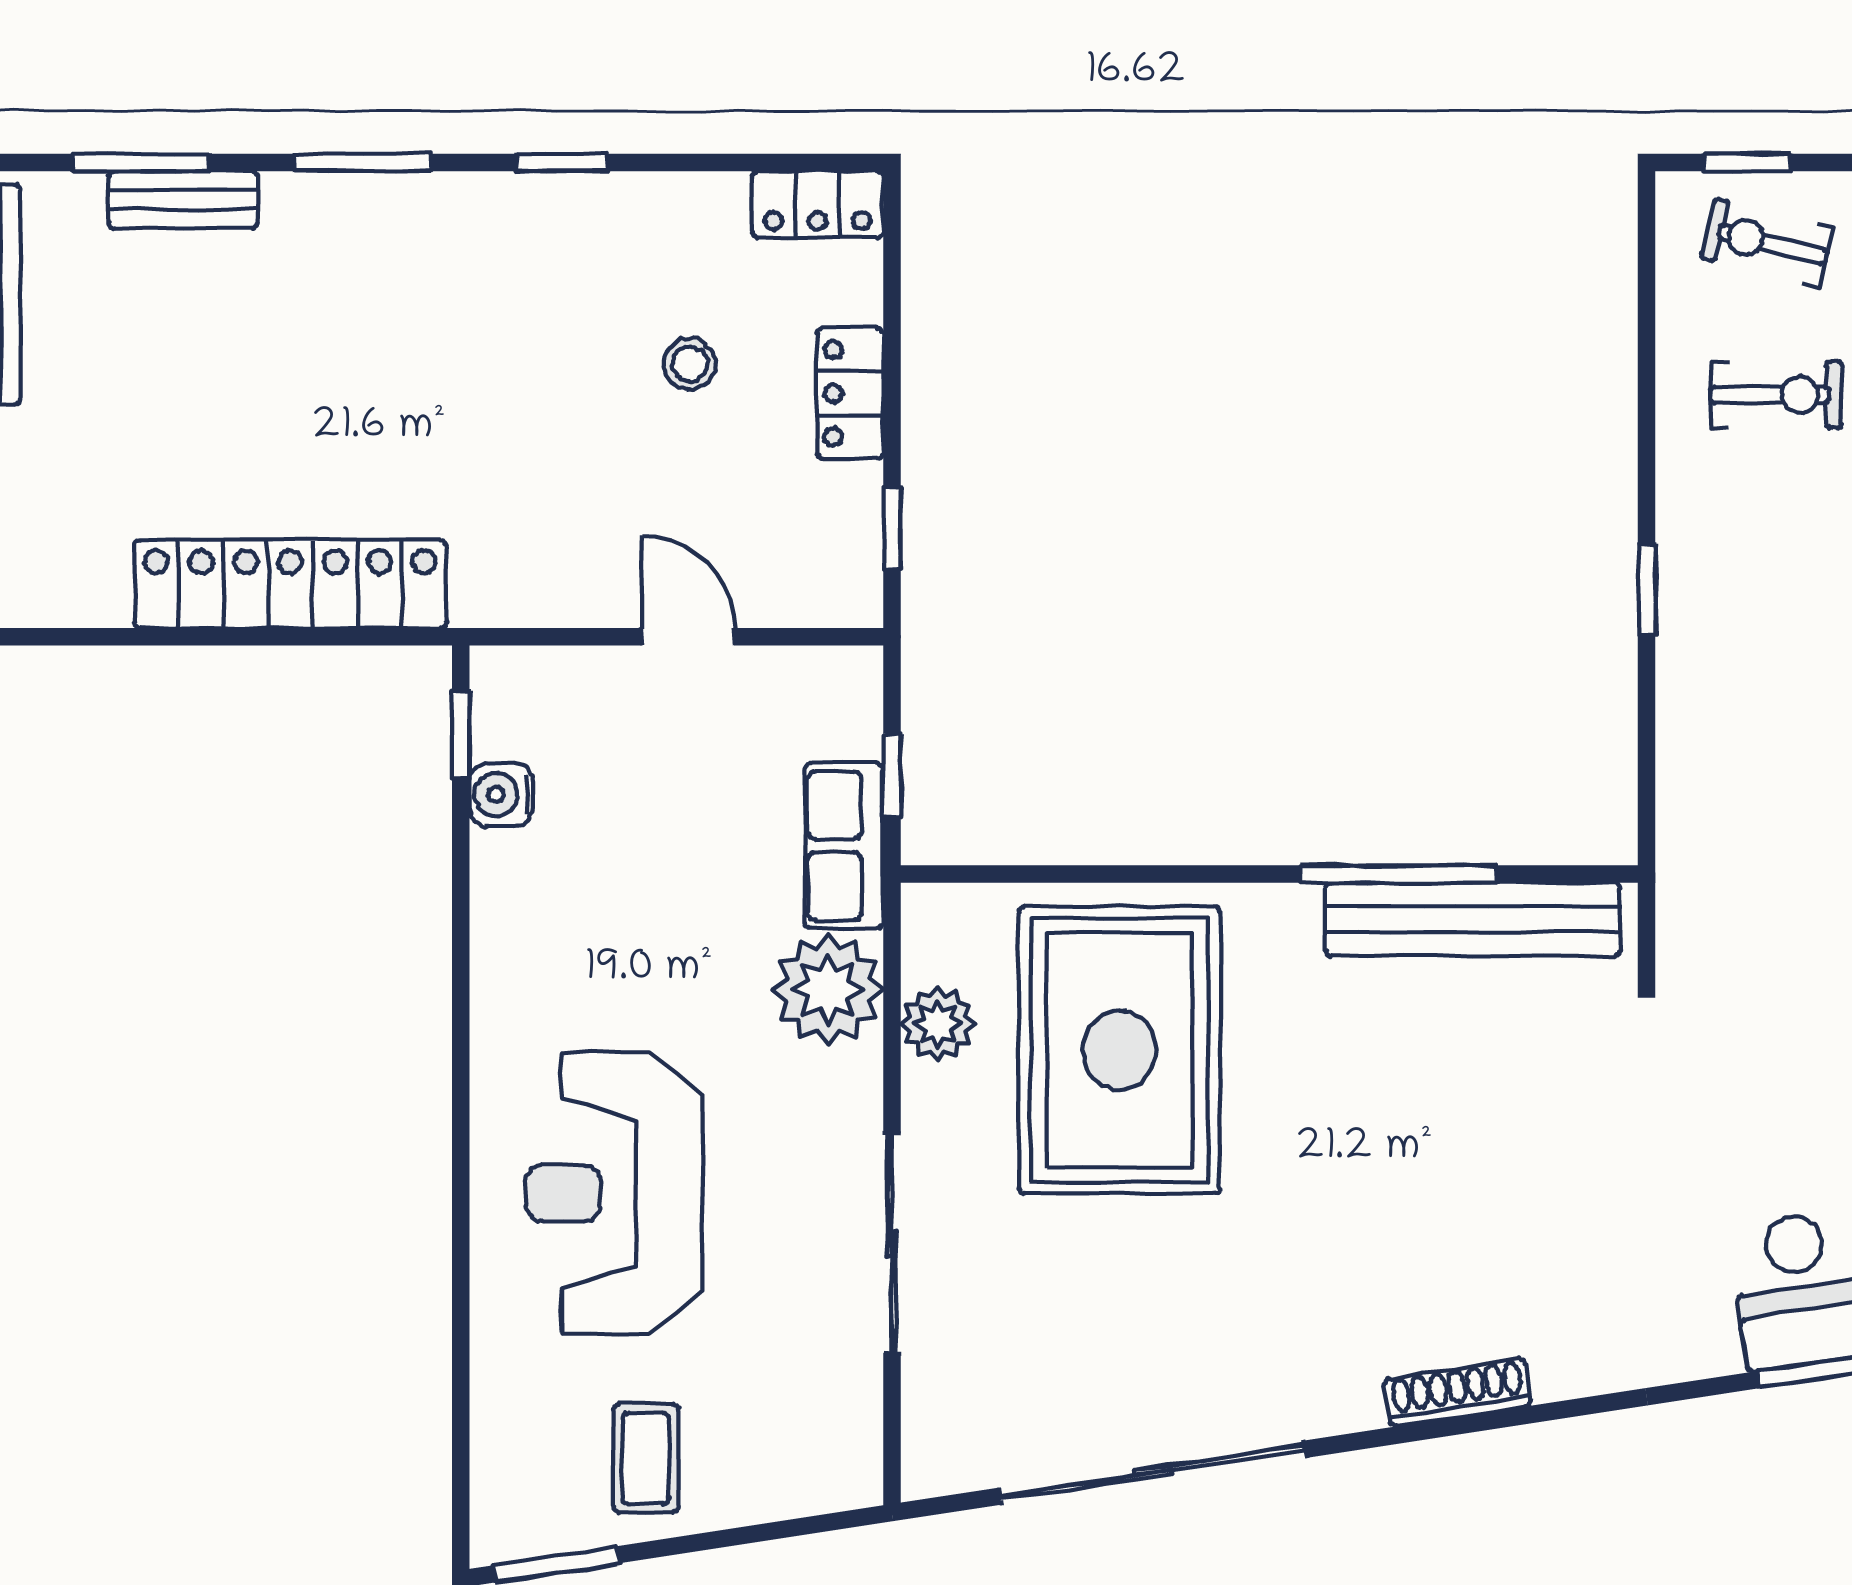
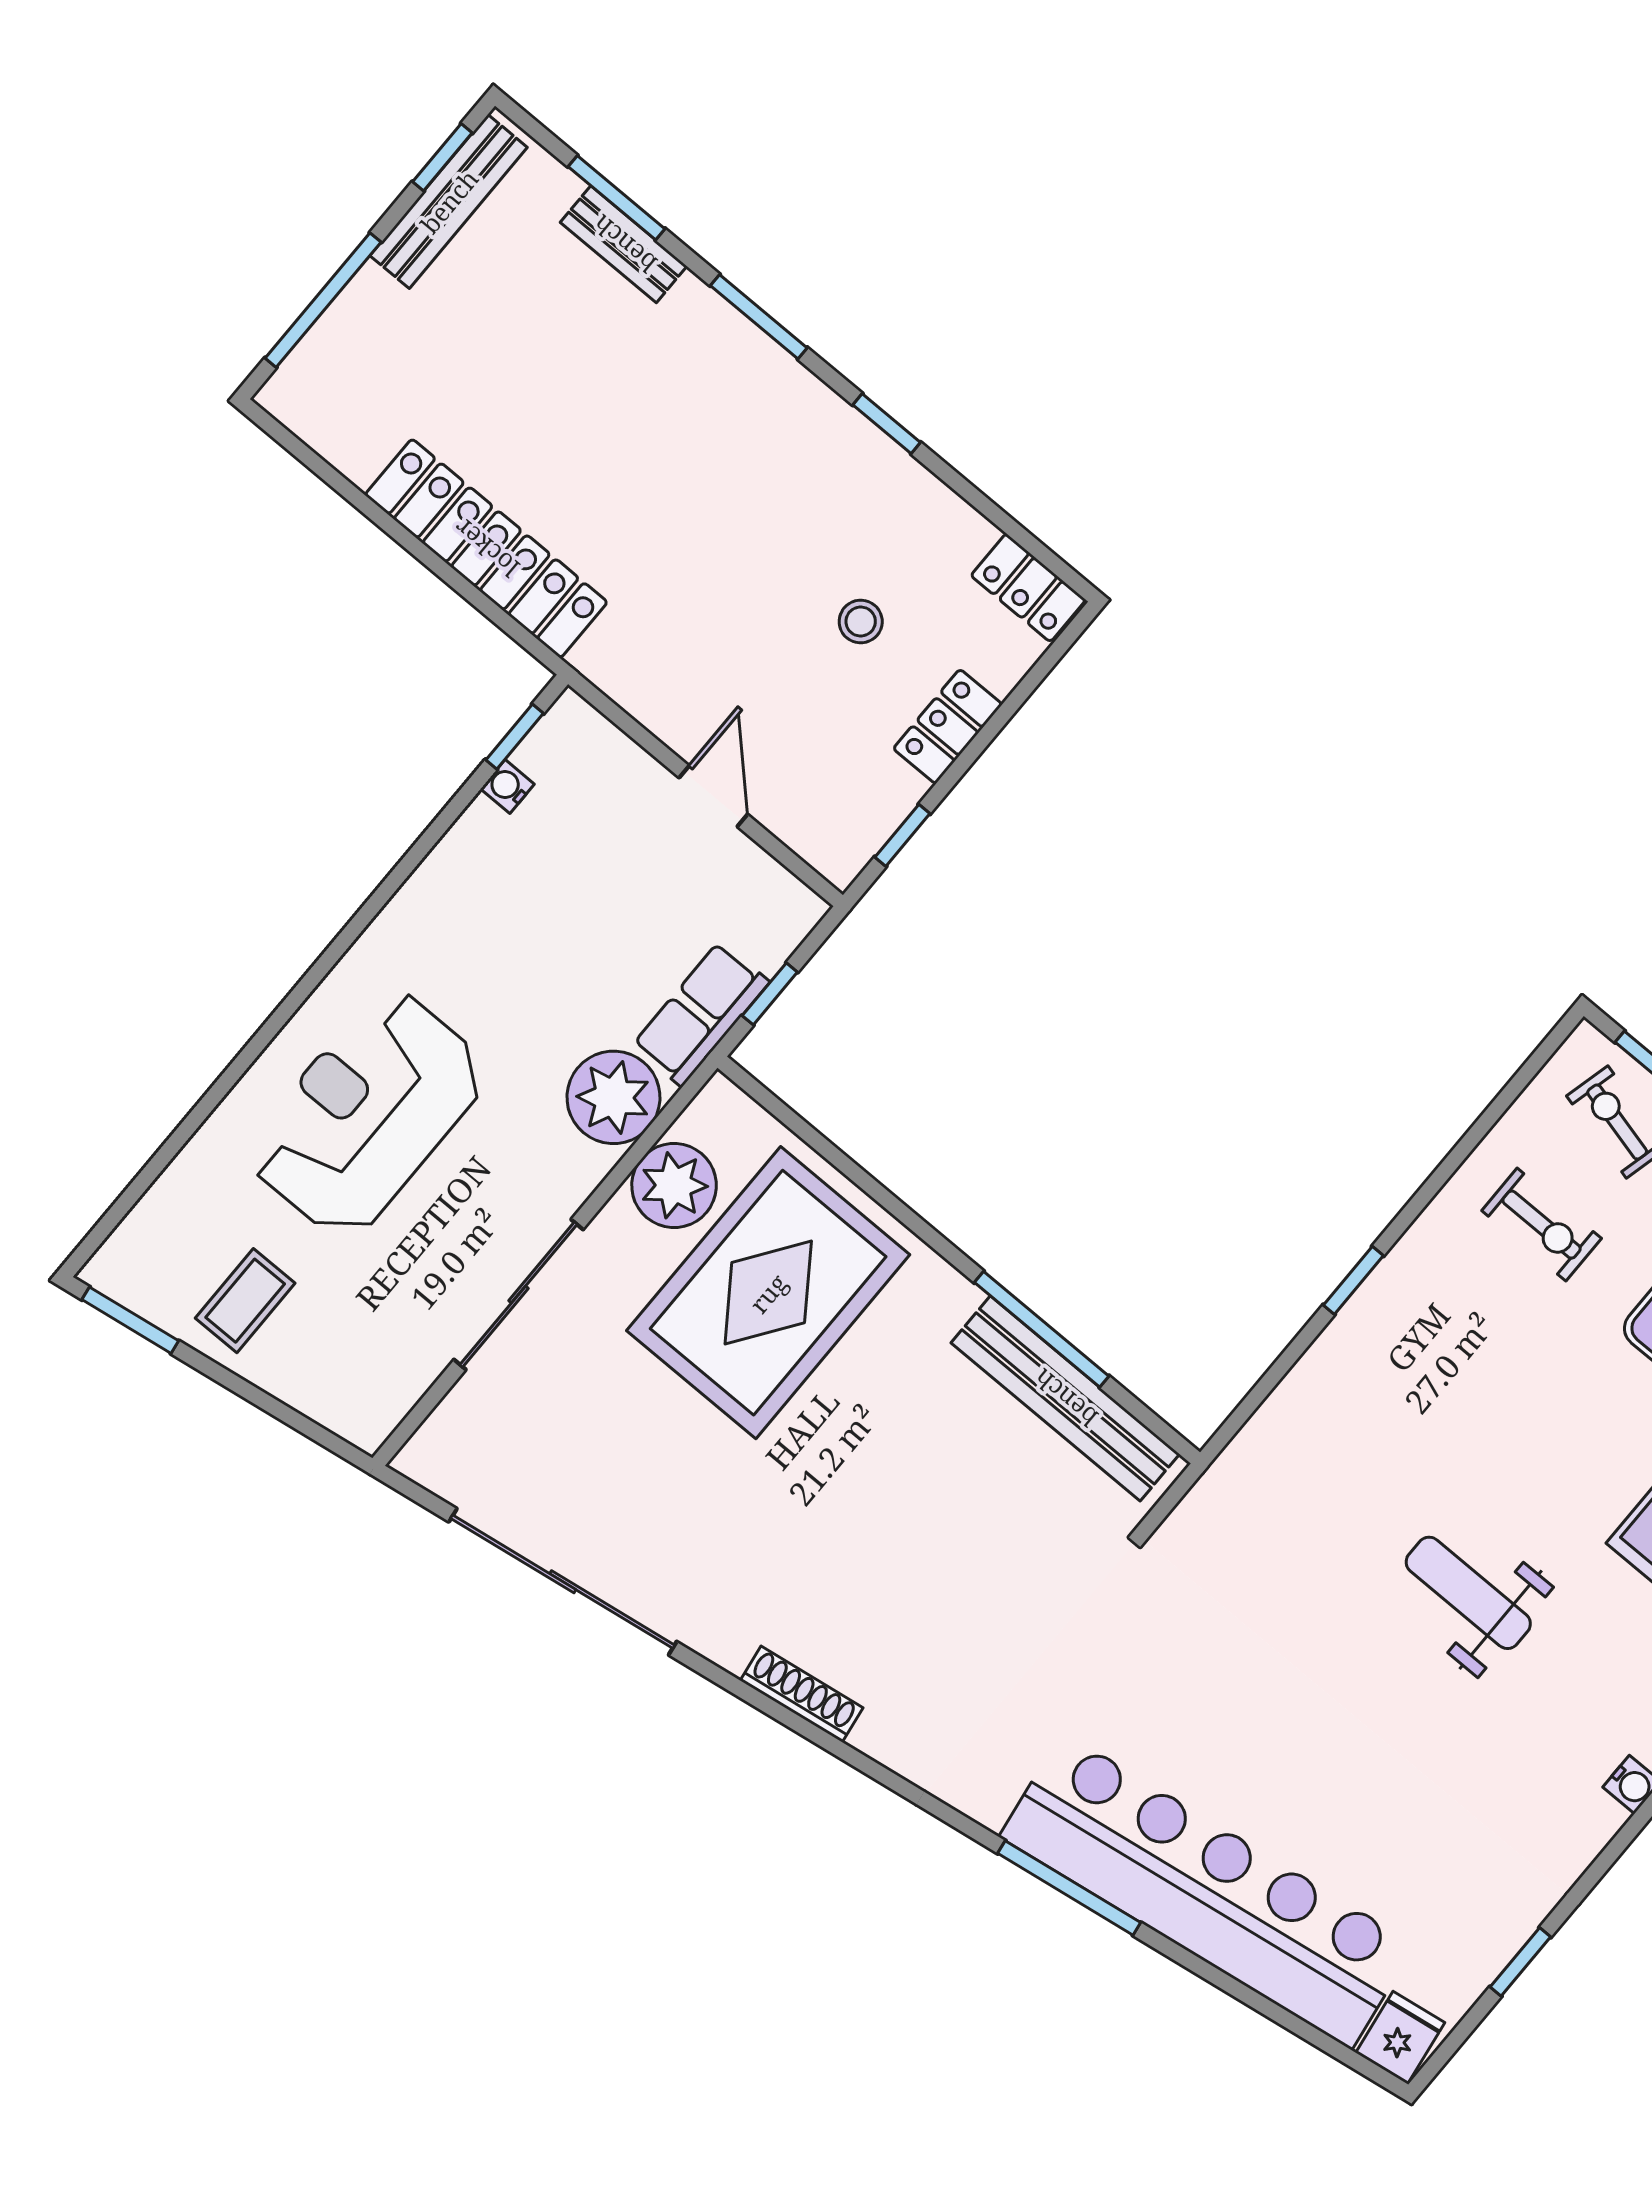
water cooler: (501, 795) -> (507, 786), width x0.72, depth x0.72
plant: (938, 1024) -> (674, 1186), width x1.36, depth x1.36

